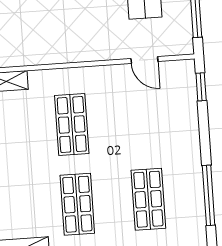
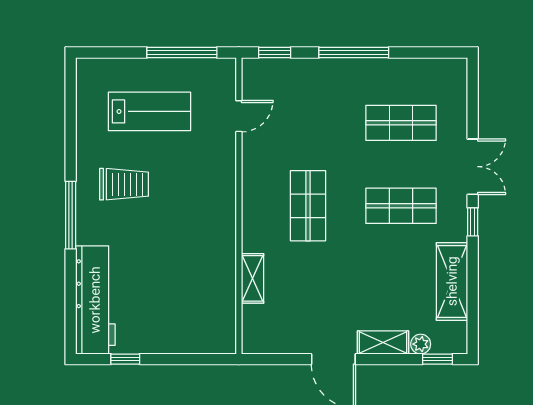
shop shelf: (72, 125) -> (308, 206), turned 90
window: (209, 195) -> (354, 53), moved

